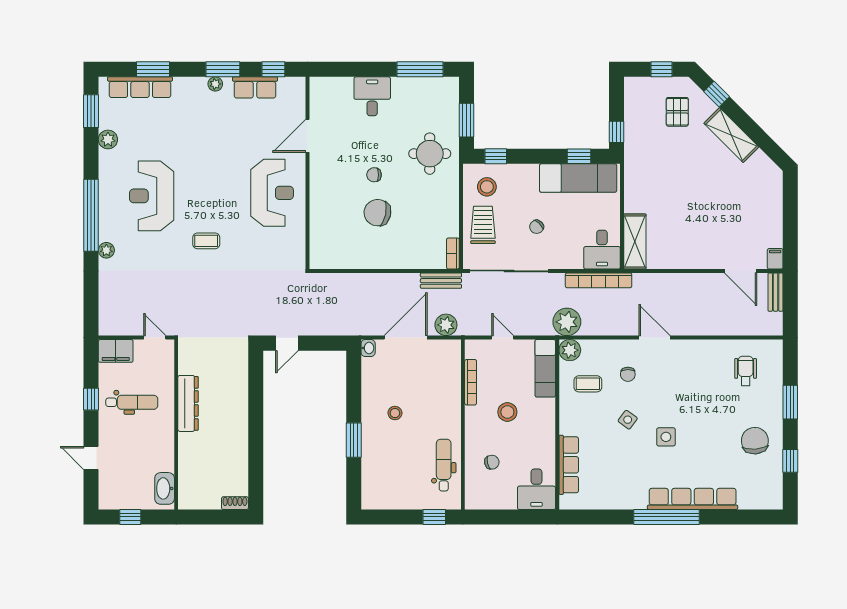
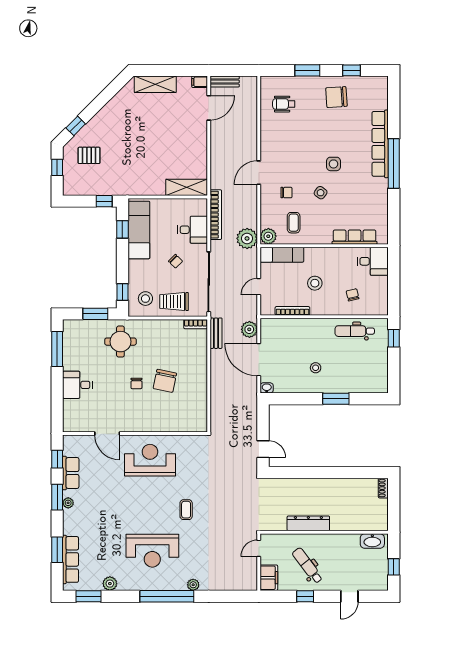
shelving: (731, 135) -> (155, 84), moved, turned 45
desk: (602, 250) -> (193, 230), moved
dental chair: (132, 402) -> (307, 566), turned -37

